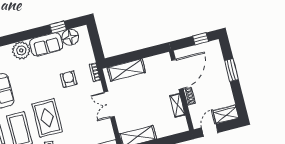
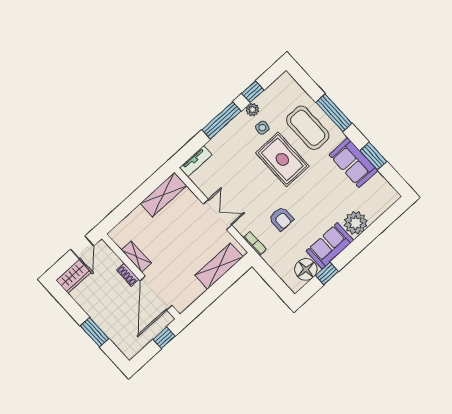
window: (201, 39) -> (164, 338), moved

